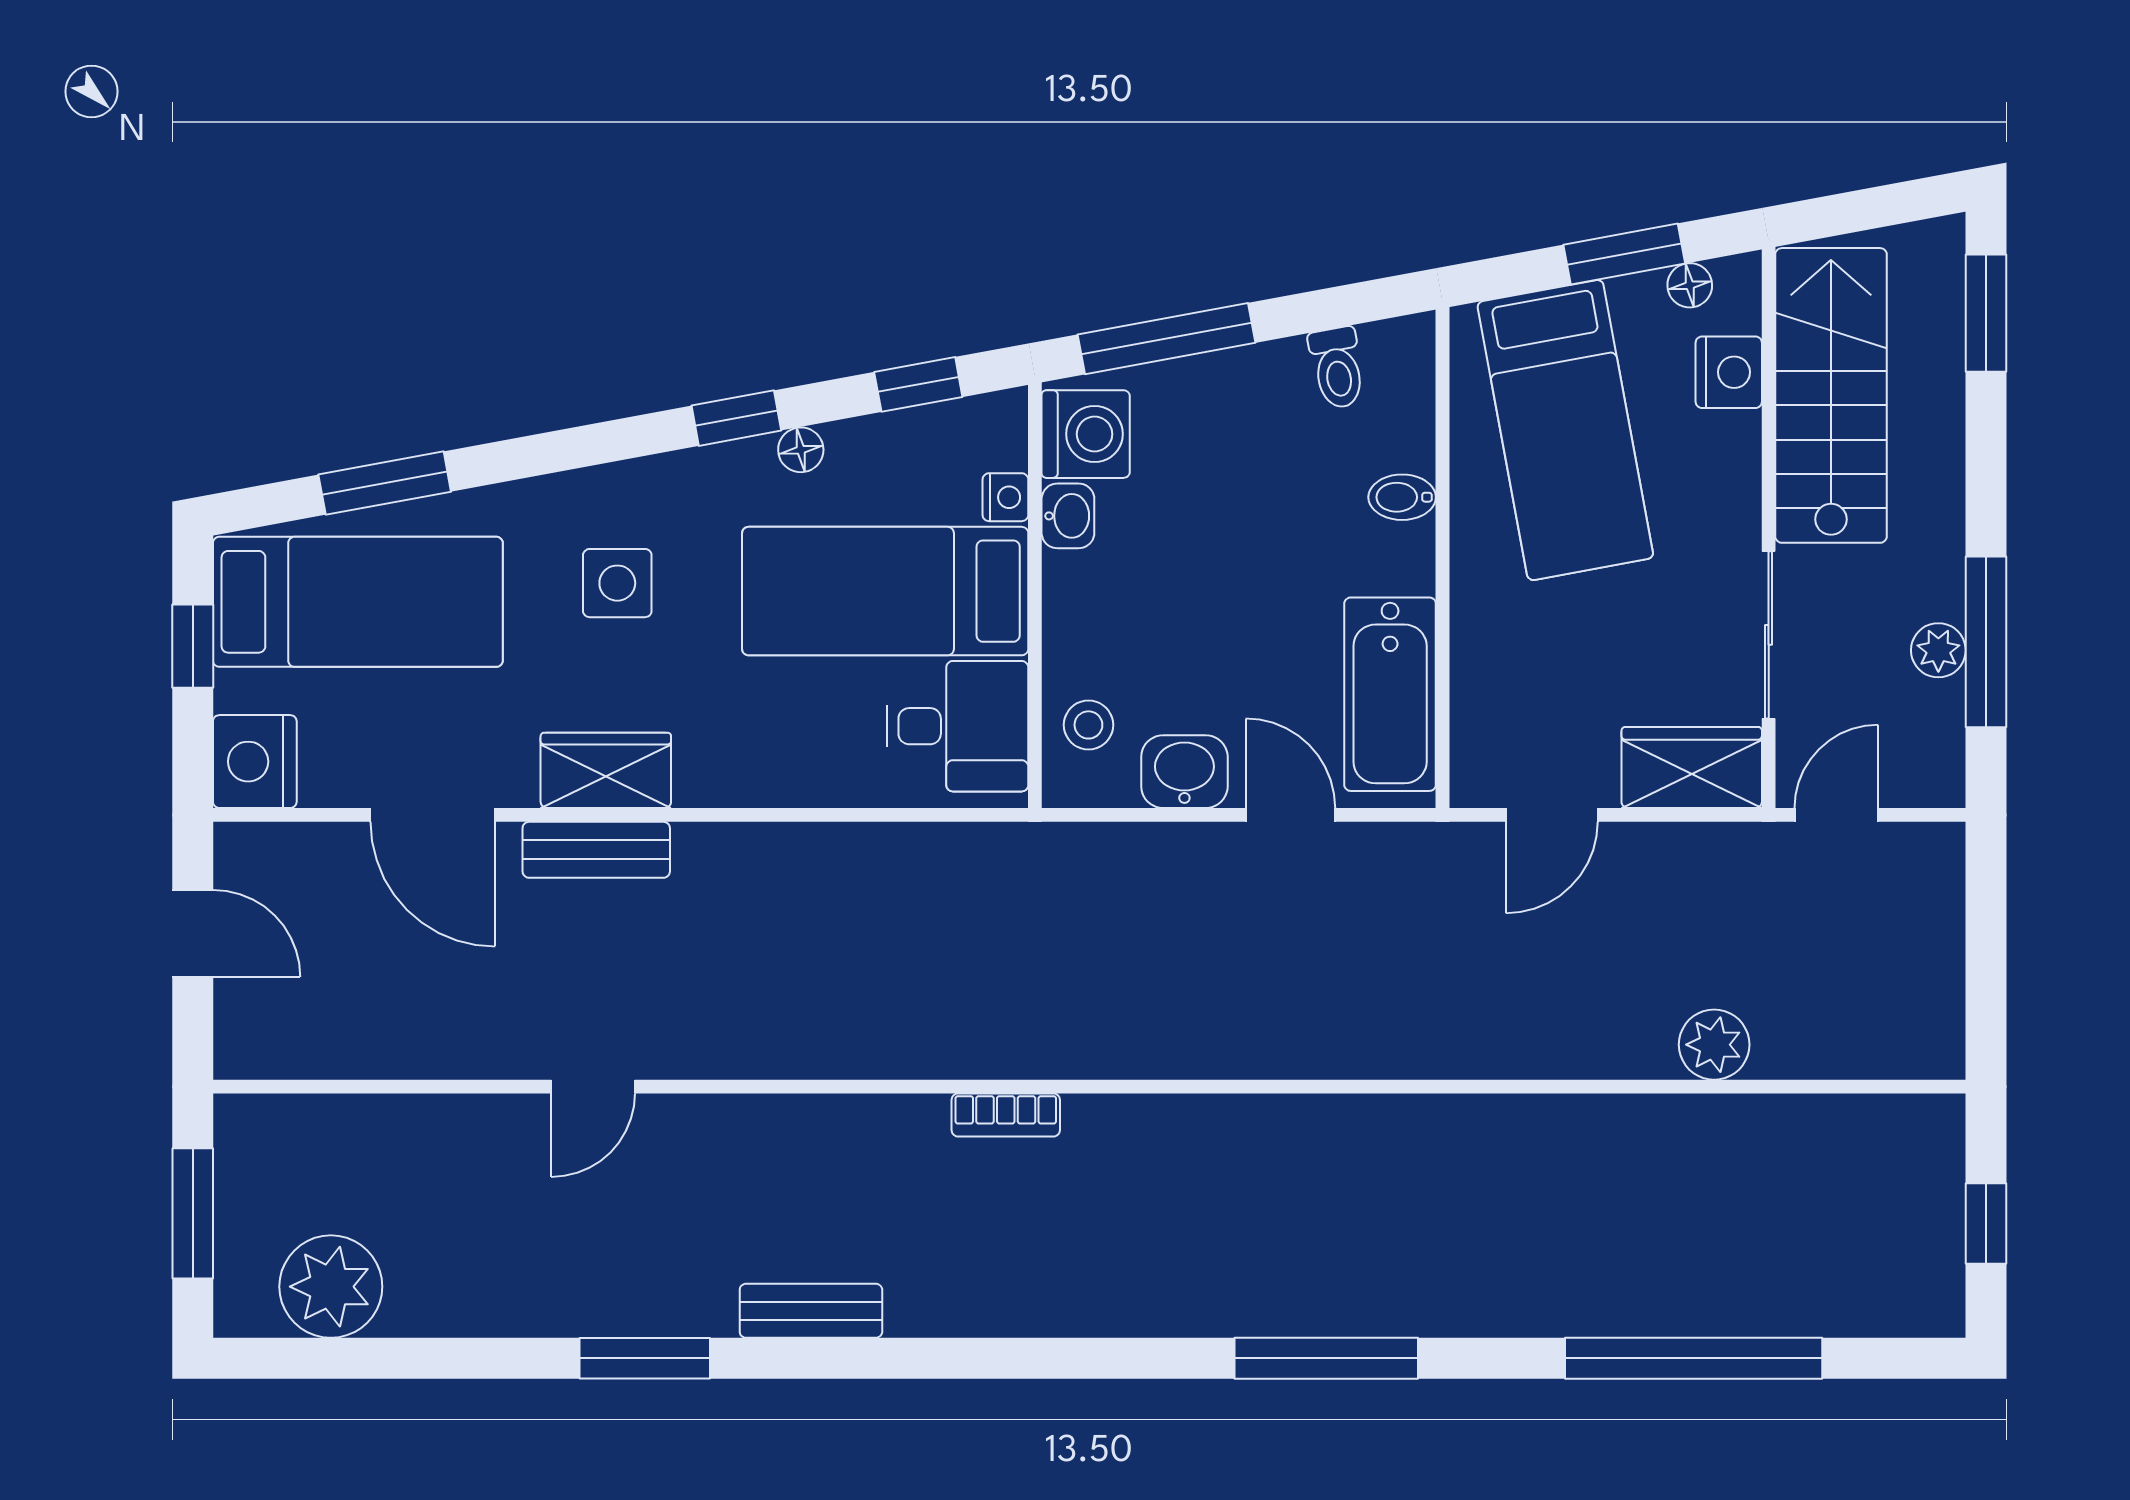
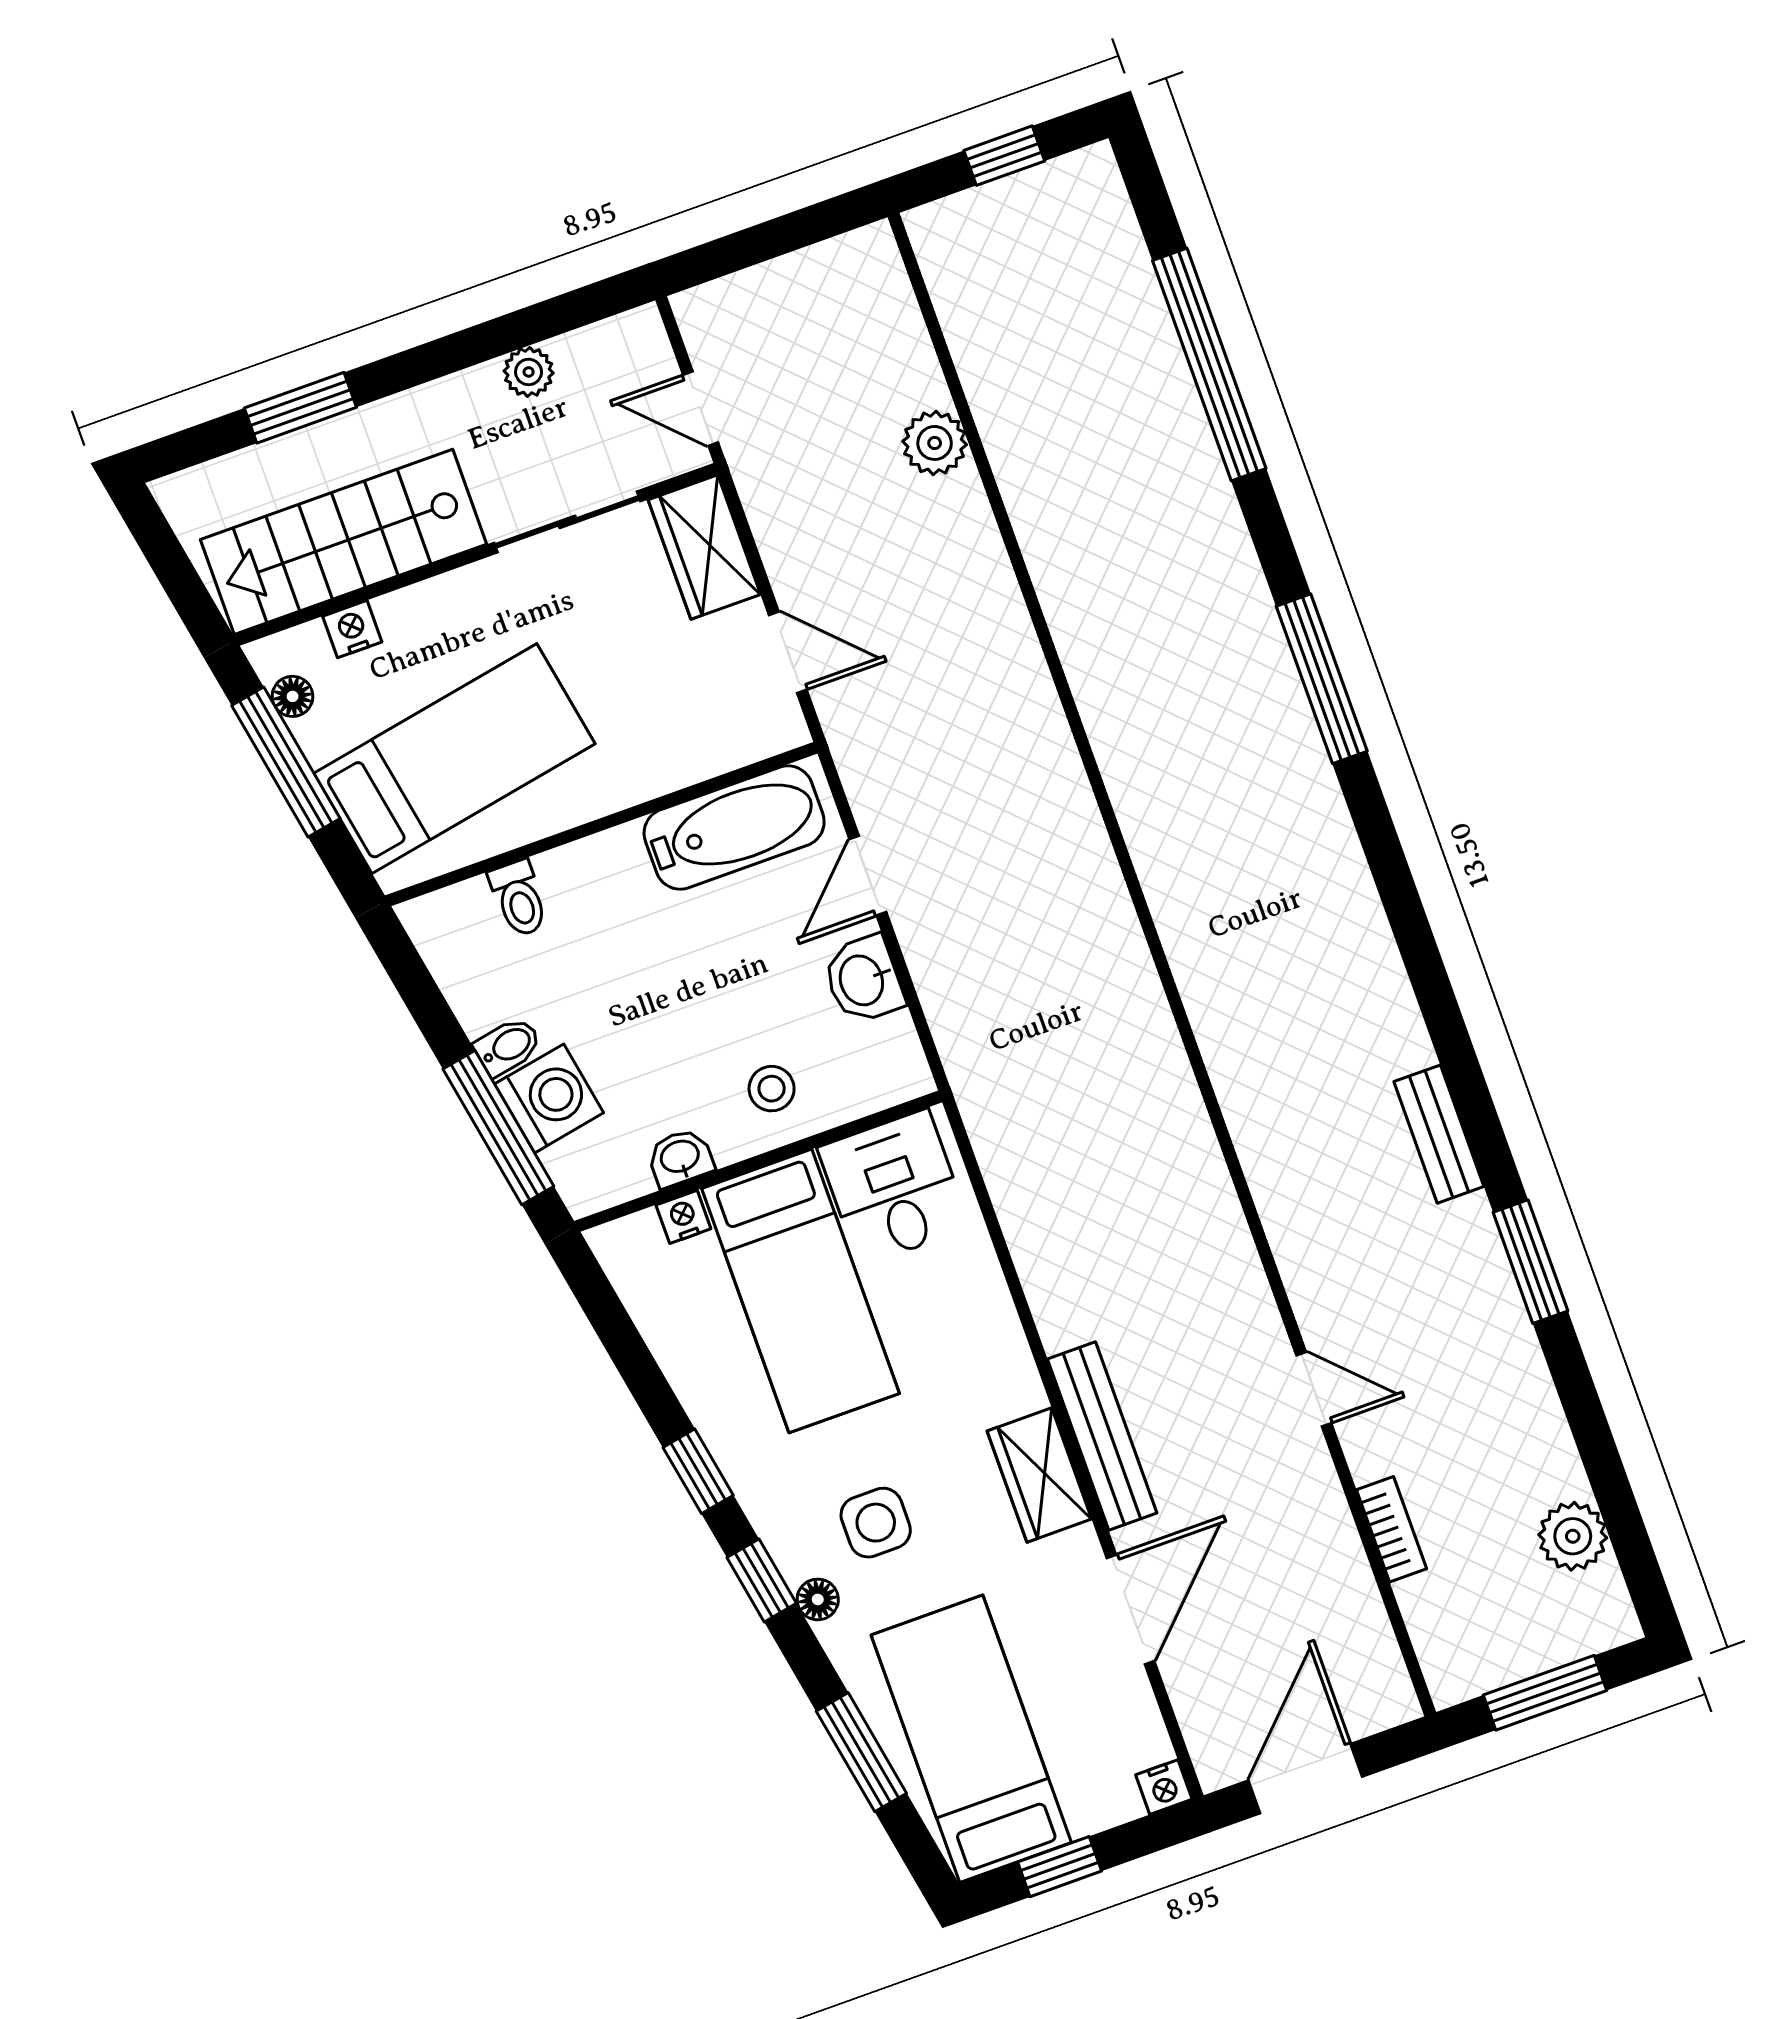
window: (1624, 254) -> (286, 762), width x1.44
window: (1986, 313) -> (300, 408), moved
toilet: (1337, 368) -> (519, 898), moved, turned 100
nightstand: (1729, 372) -> (352, 629), width x0.72, depth x0.74
window: (918, 384) -> (762, 1580), moved
washing machine: (1086, 434) -> (549, 1098), moved, turned 80
floor lamp: (801, 450) -> (818, 1599), moved
bidet: (1402, 497) -> (508, 1046), moved, turned -100
window: (1986, 642) -> (507, 334), removed
stool: (1088, 725) -> (772, 1089), moved
nightstand: (255, 762) -> (1164, 1787), width x0.53, depth x0.56
bench: (596, 850) -> (1102, 1436), width x1.36
door: (193, 933) -> (1305, 1779), width x1.38
bookcase: (1006, 1115) -> (1391, 1529), moved
plant: (331, 1287) -> (1573, 1536), width x0.73, depth x0.73

